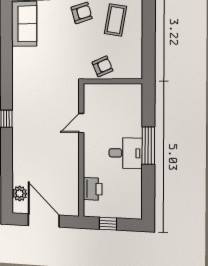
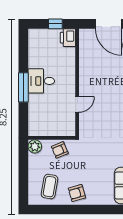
plant: (134, 70) -> (35, 146), added
printer: (93, 189) -> (68, 38), moved

